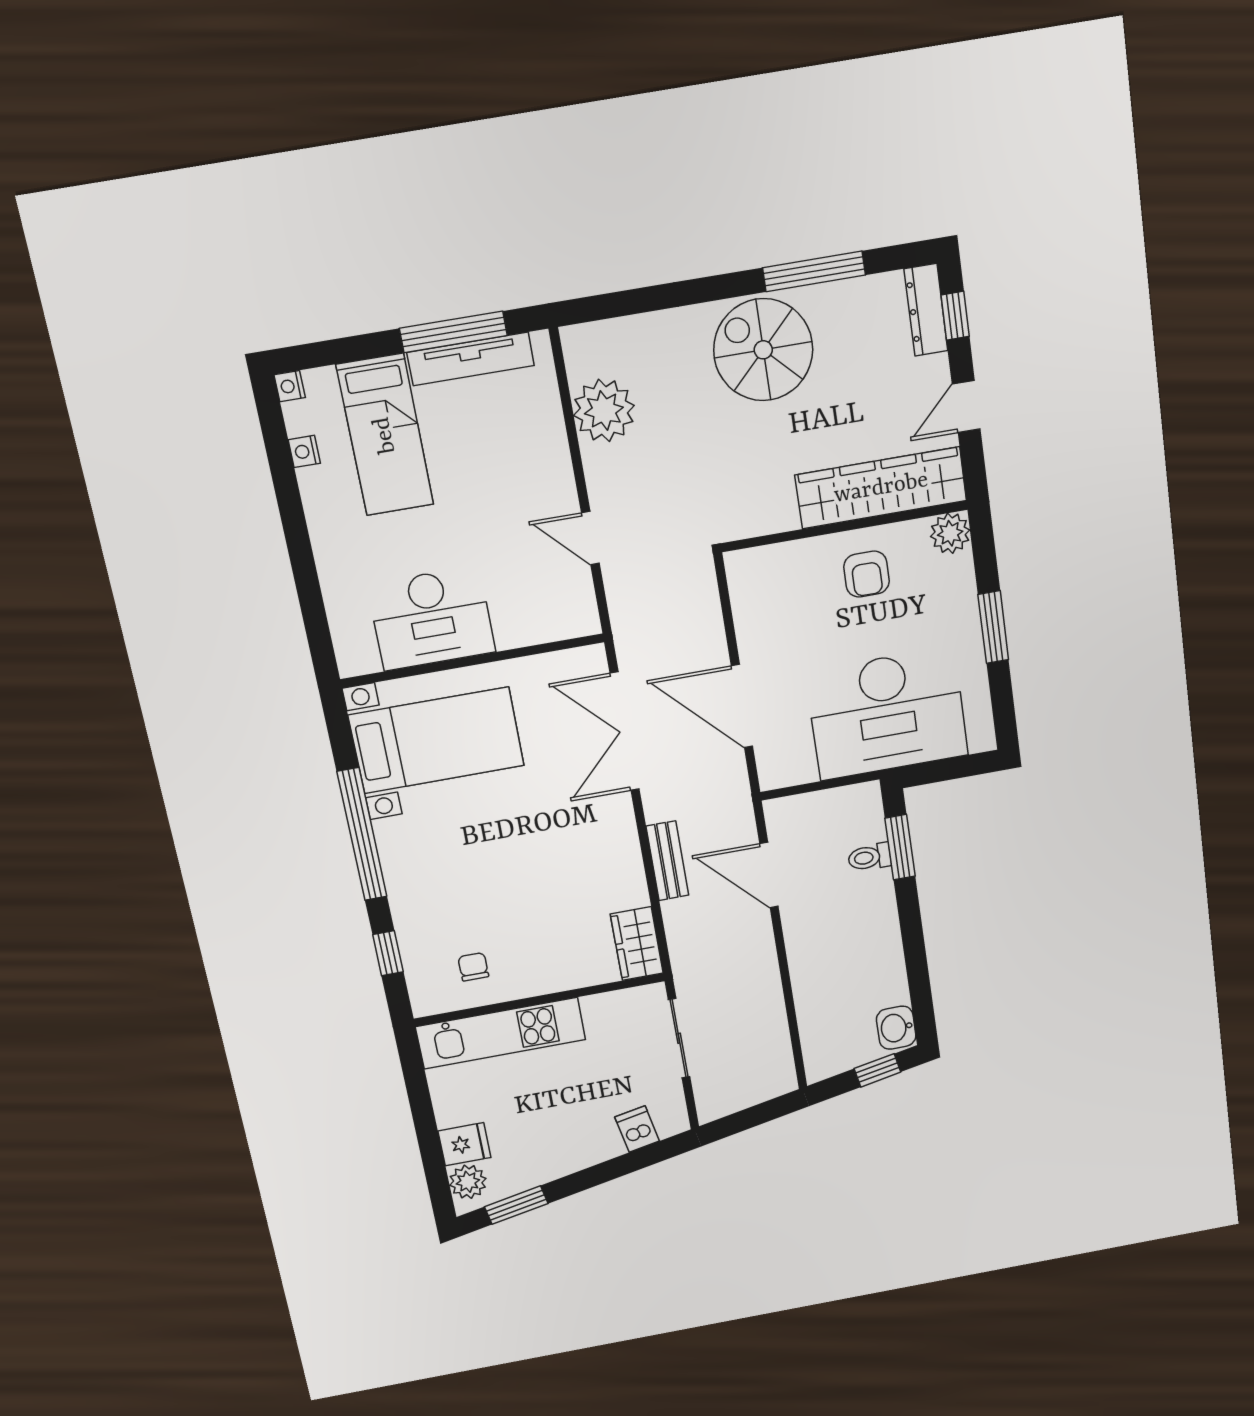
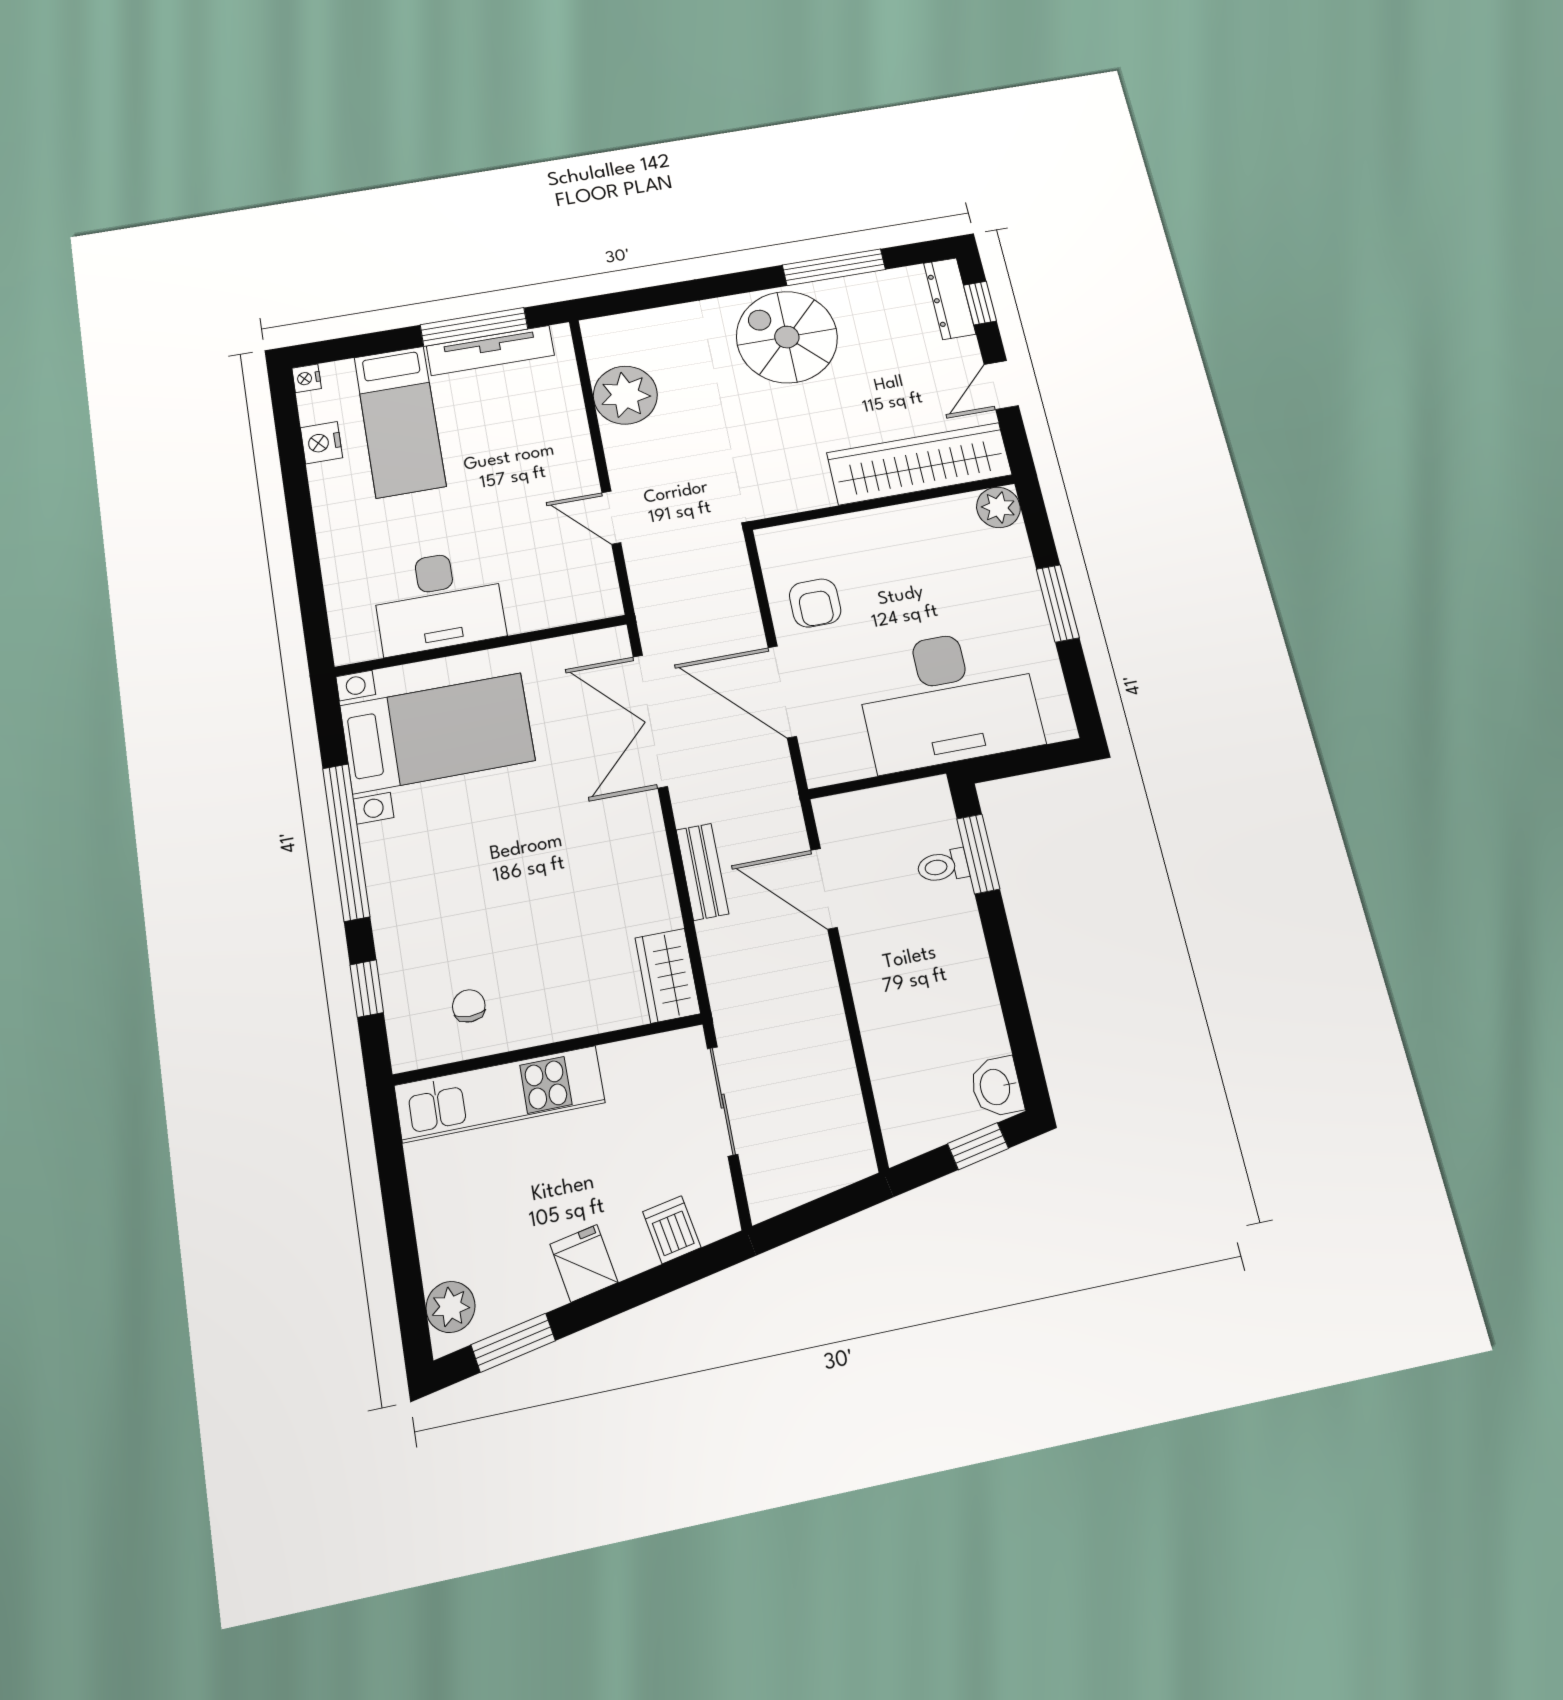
nightstand: (304, 451) -> (321, 443), width x1.39, depth x1.35
armchair: (867, 574) -> (815, 603), moved
fridge: (464, 1144) -> (584, 1263), moved, turned -101

